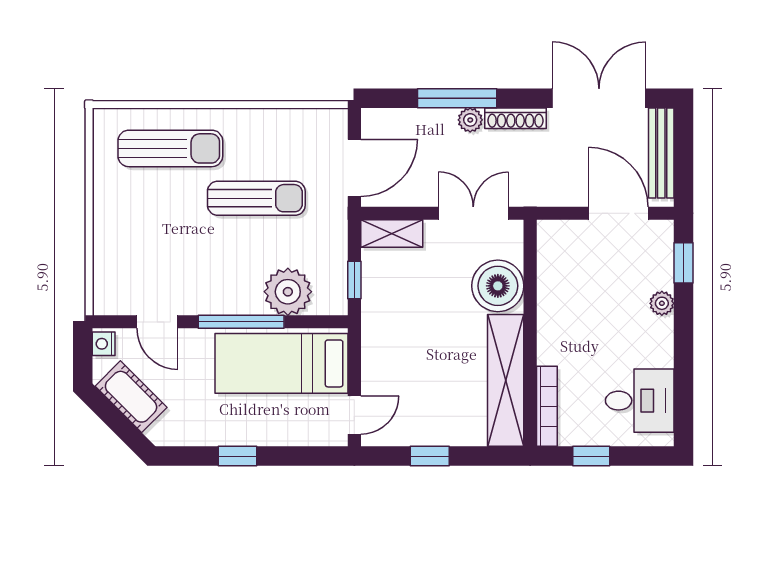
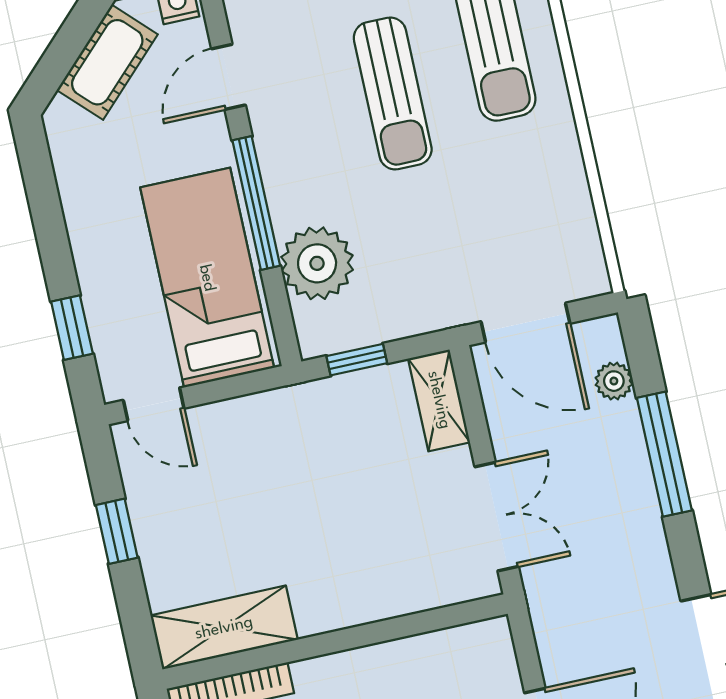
shoe rack: (515, 118) -> (654, 549), removed
plant: (470, 120) -> (614, 381), moved
sun lounger: (256, 198) -> (393, 93), moved
boiler: (498, 286) -> (395, 577), removed
shelving: (506, 380) -> (224, 628), width x0.68
window: (238, 456) -> (72, 328), moved

